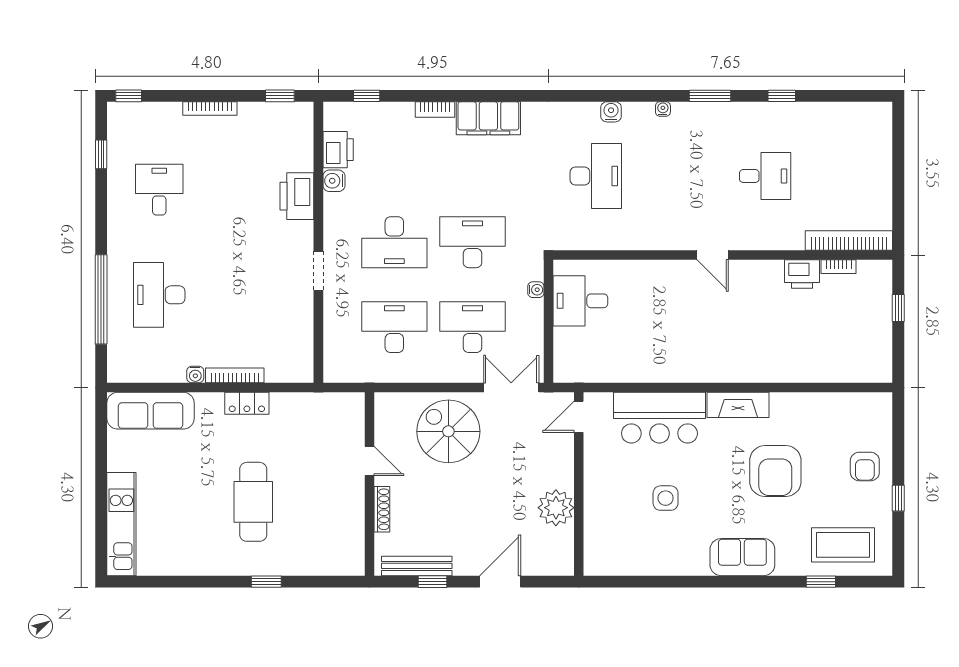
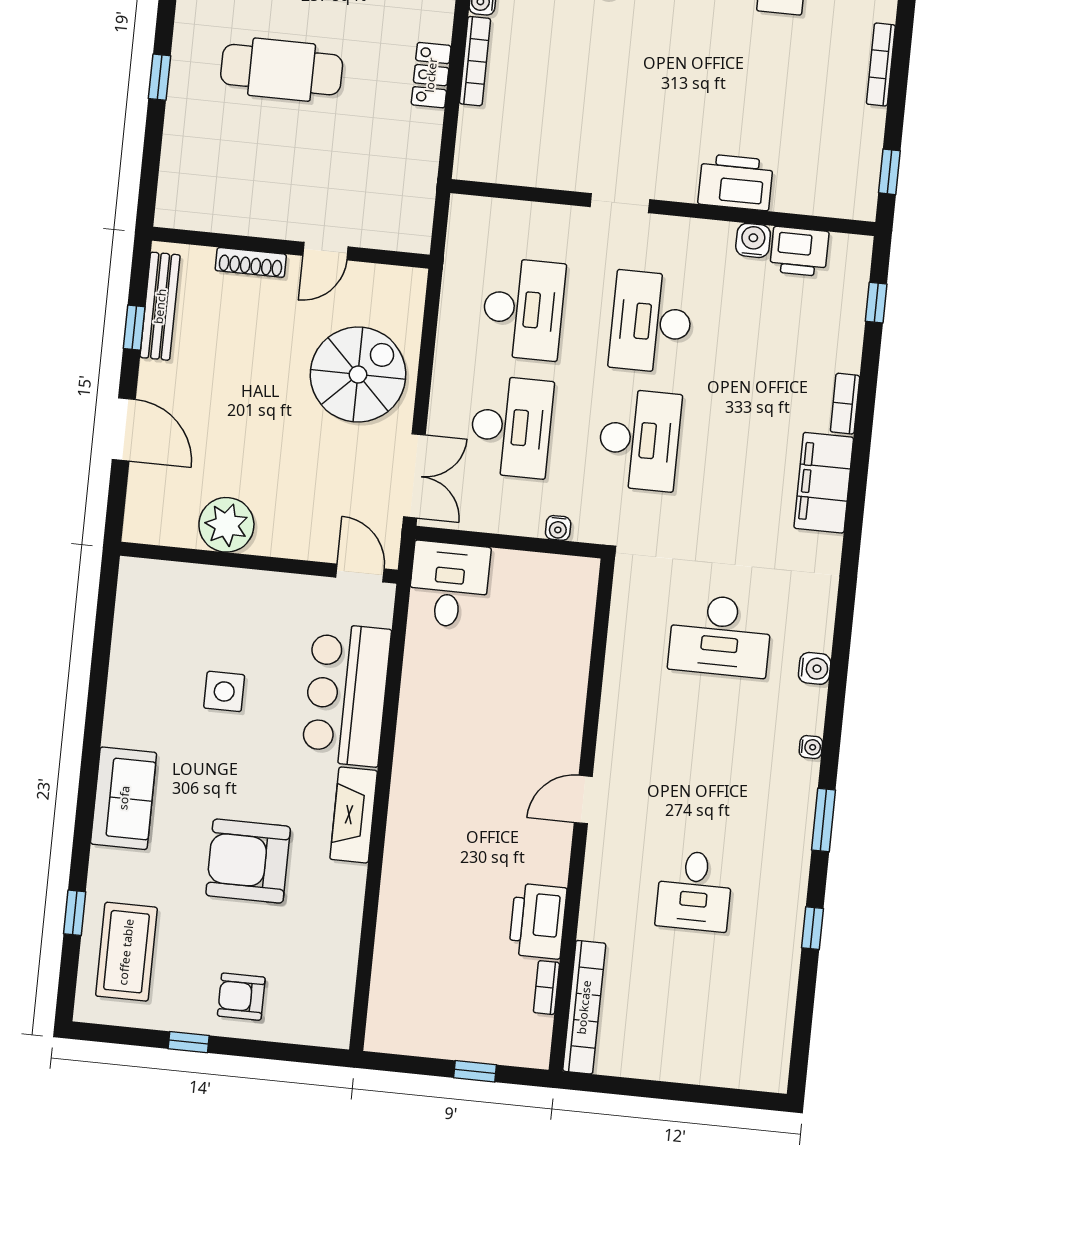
printer: (802, 274) -> (538, 921), width x1.37, depth x1.19
desk: (580, 301) -> (449, 585), moved

